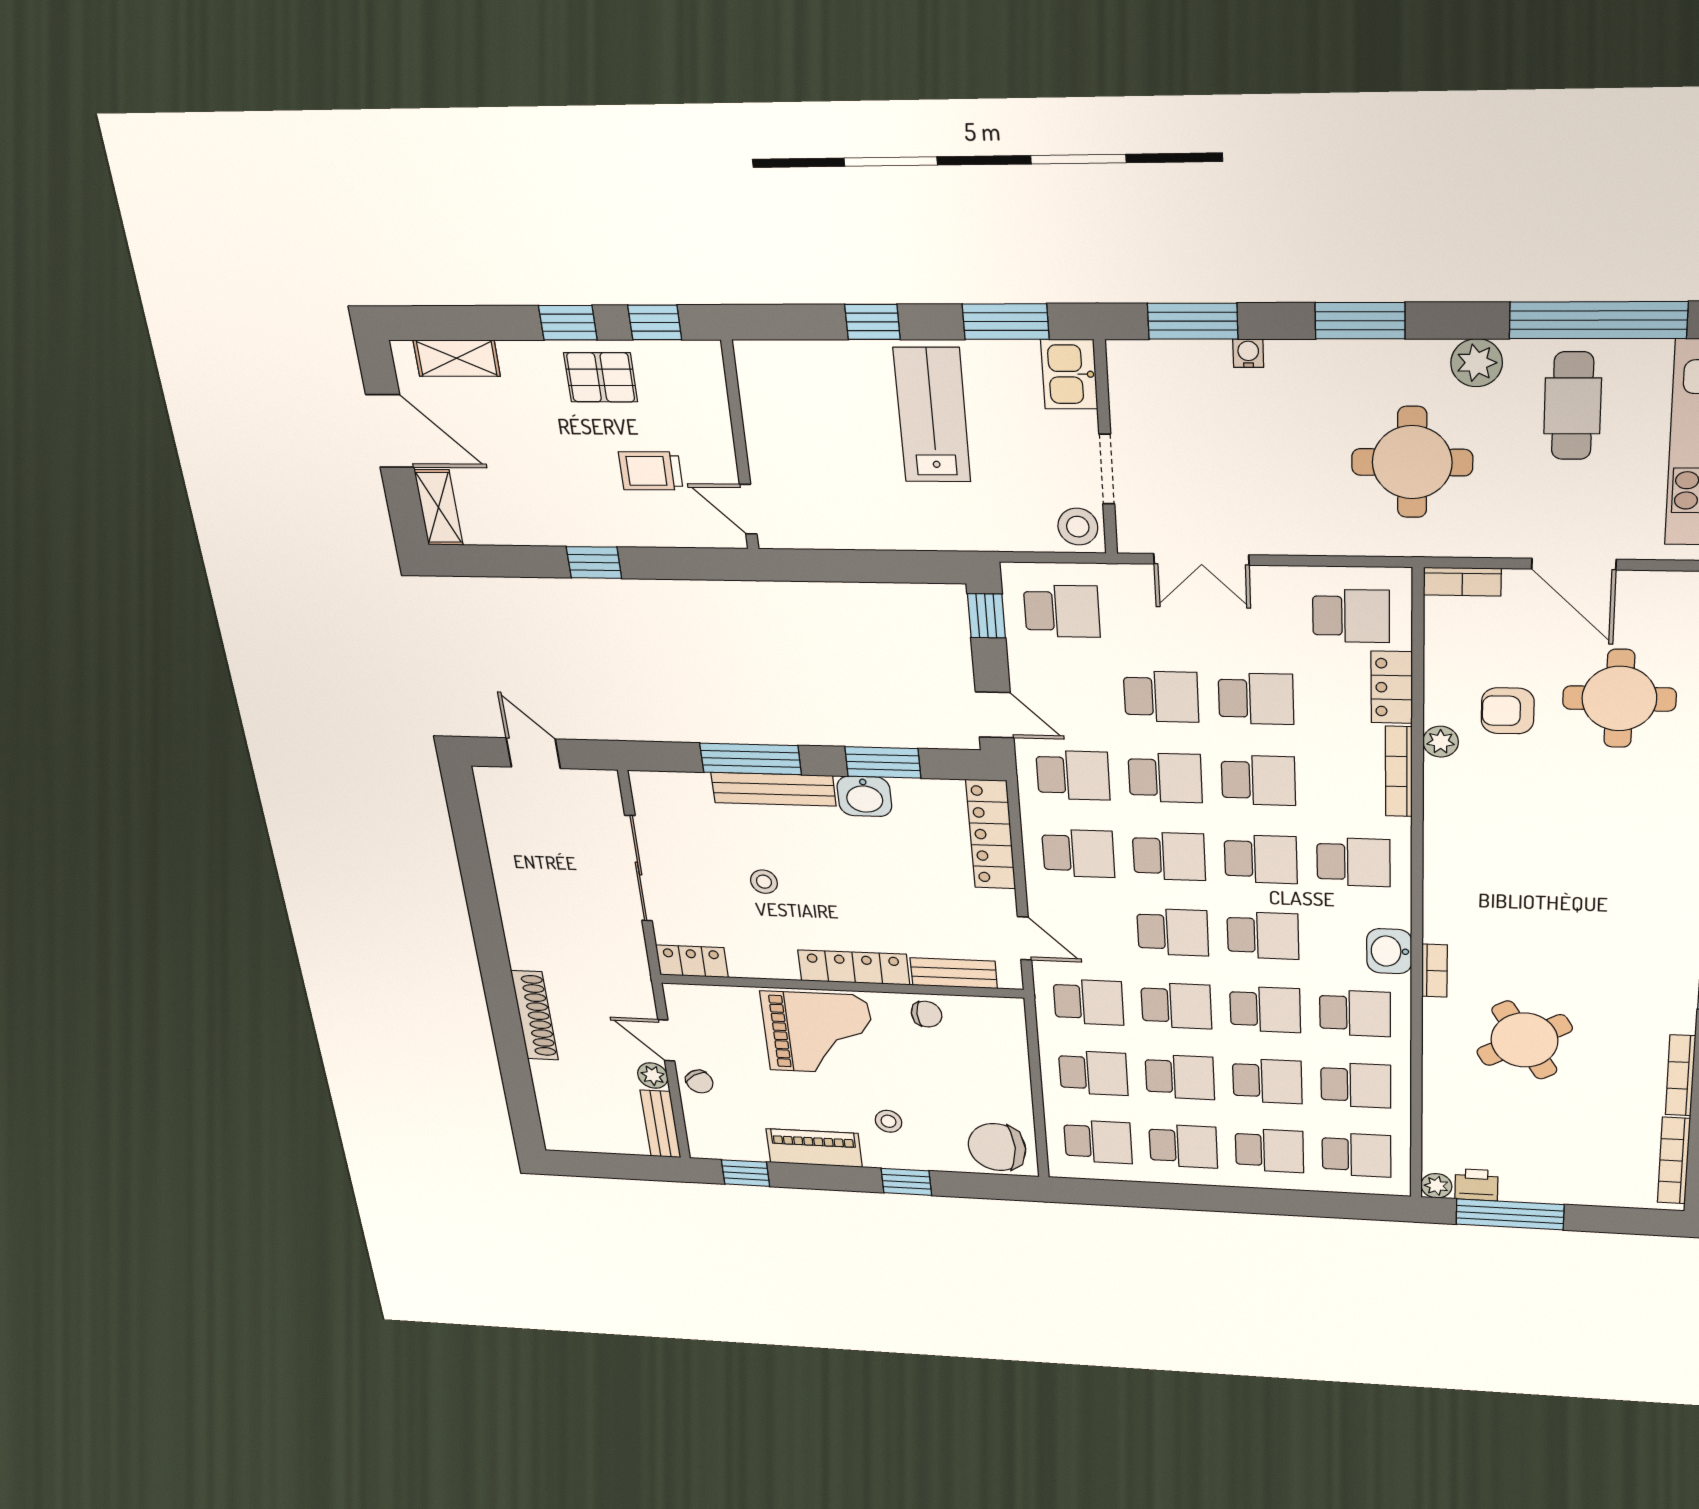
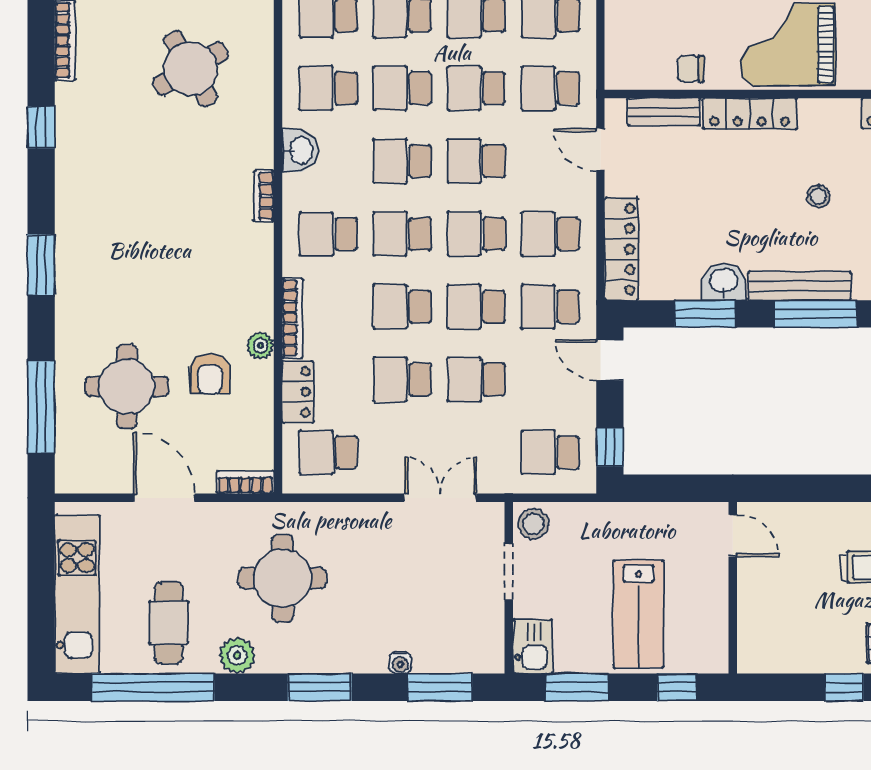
wall: (740, 446) -> (733, 588), moved
door: (748, 509) -> (733, 536), moved
armchair: (1508, 711) -> (210, 374), turned 90
bookcase: (1434, 971) -> (264, 196), moved

